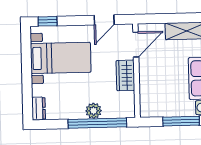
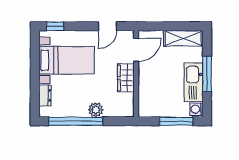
dresser: (39, 108) -> (45, 95), moved
window: (97, 123) -> (76, 121), moved

